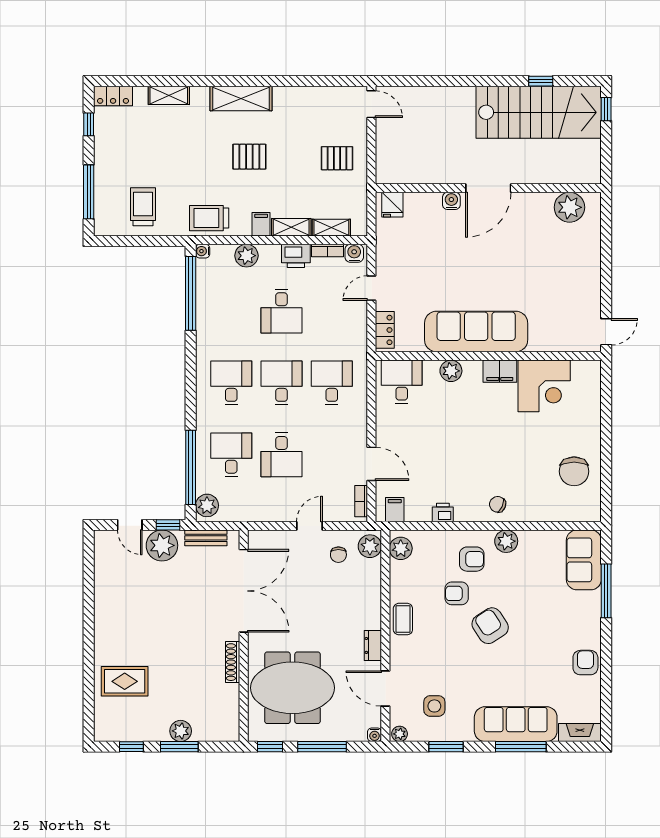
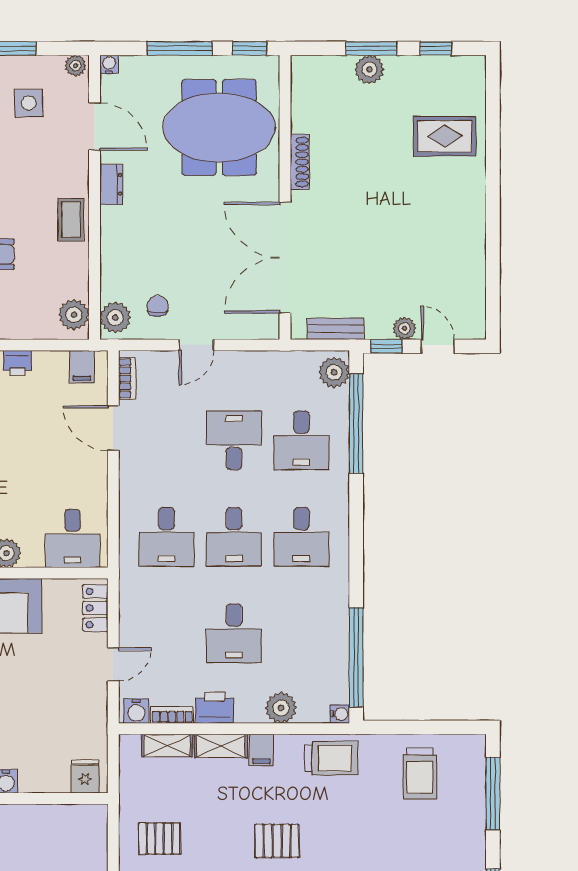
desk: (282, 311) -> (234, 633), turned 180
plant: (162, 545) -> (404, 328), width x0.53, depth x0.53

